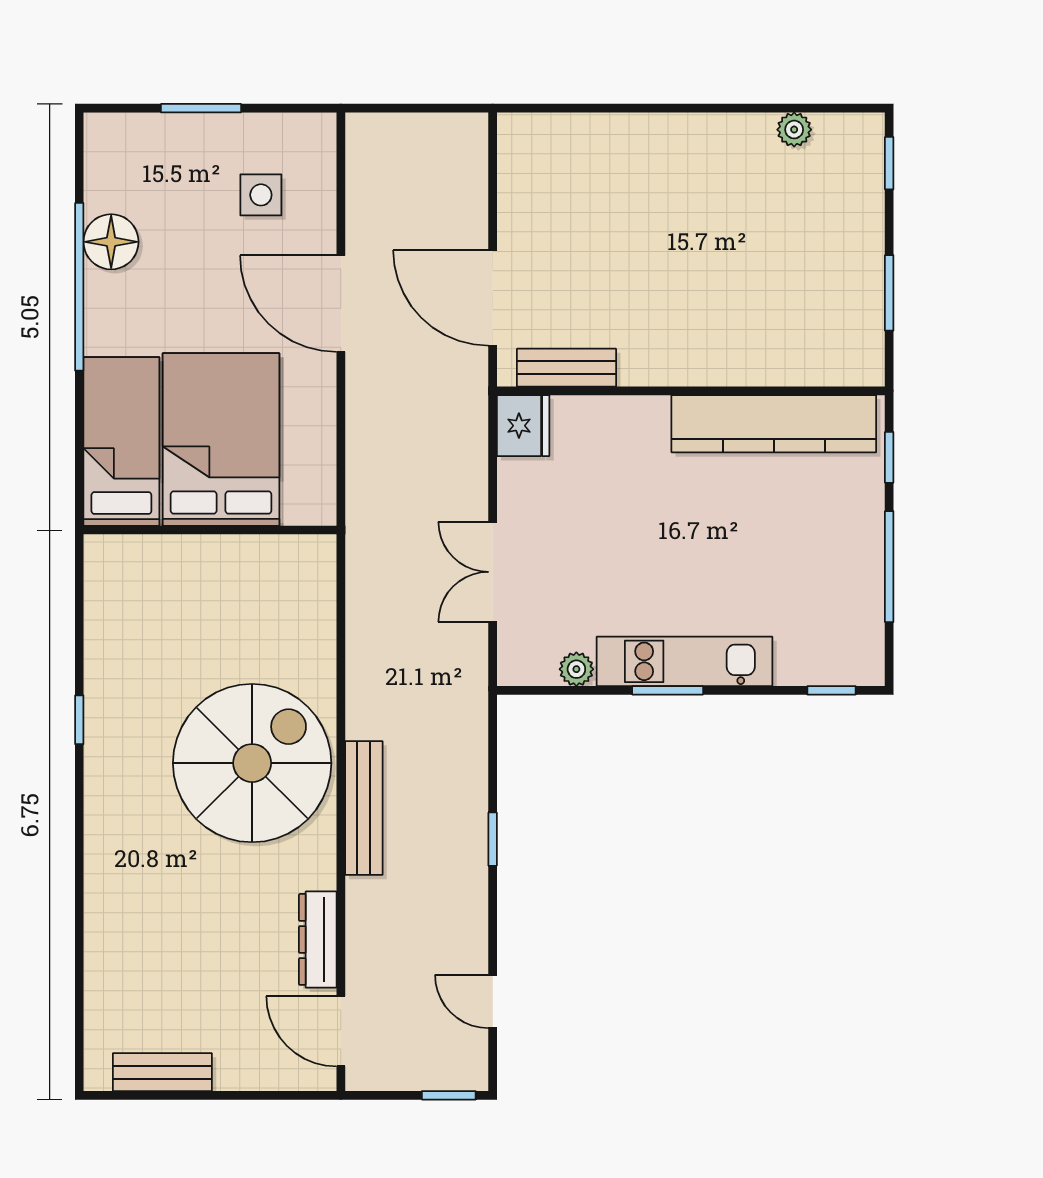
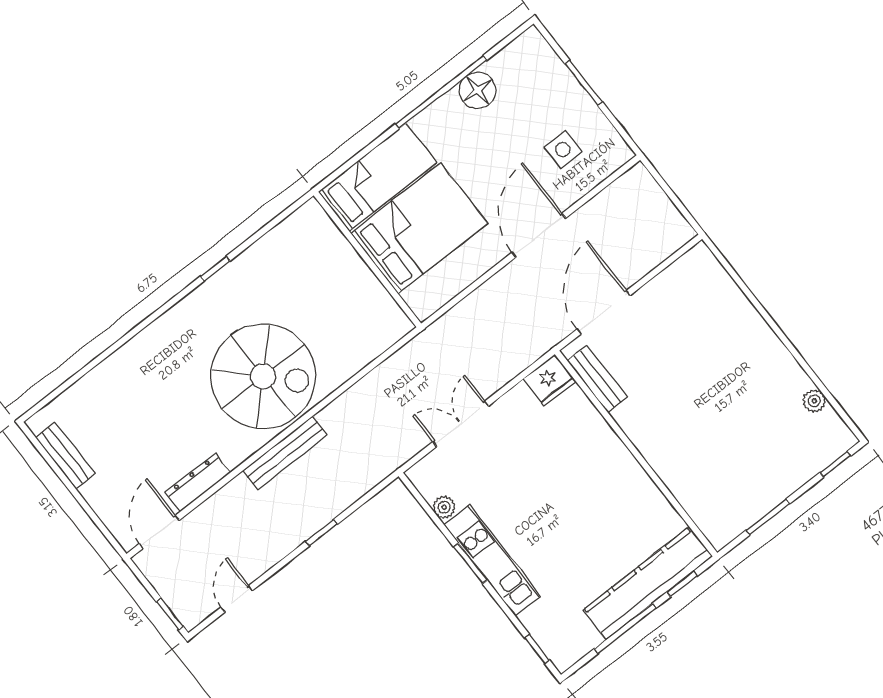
kitchen counter: (774, 424) -> (648, 583), moved, turned 90

